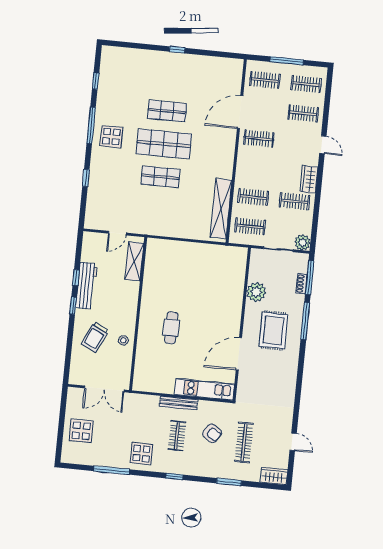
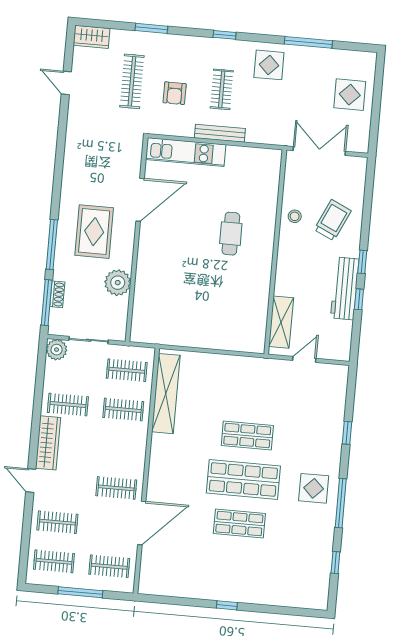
wardrobe: (309, 179) -> (48, 443), width x1.50
armchair: (212, 433) -> (175, 93), turned -123

